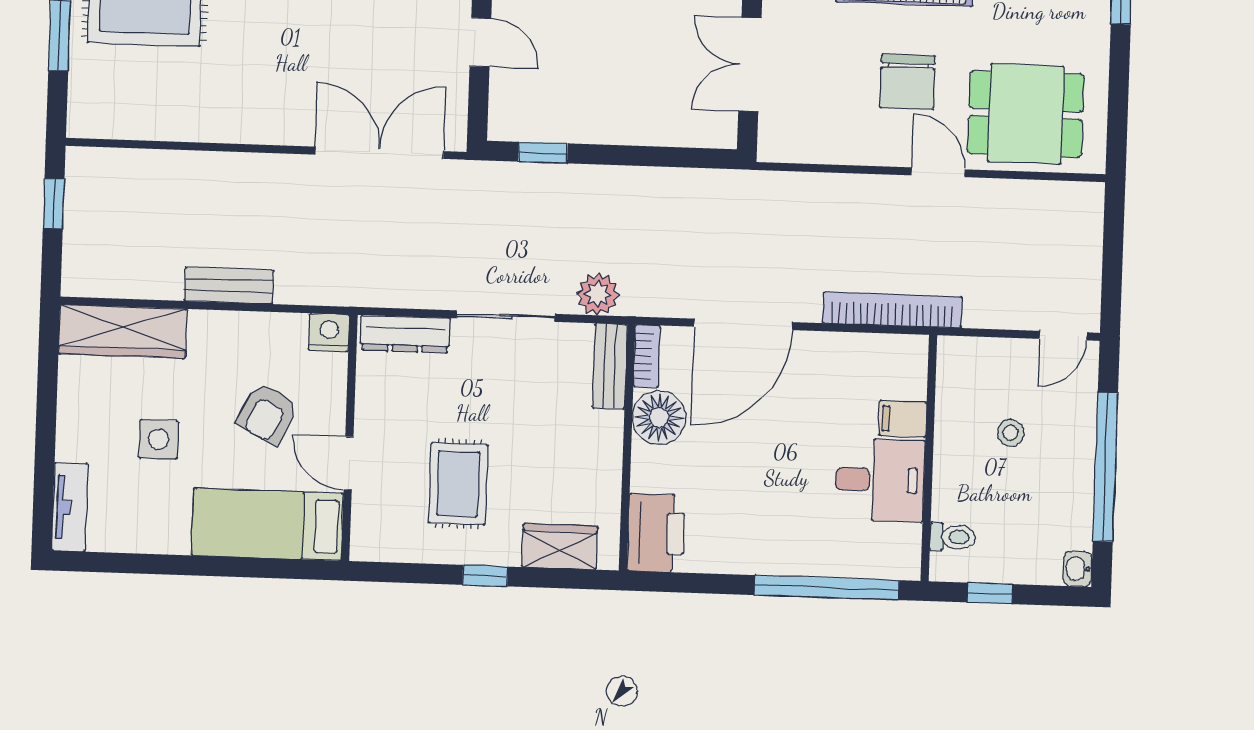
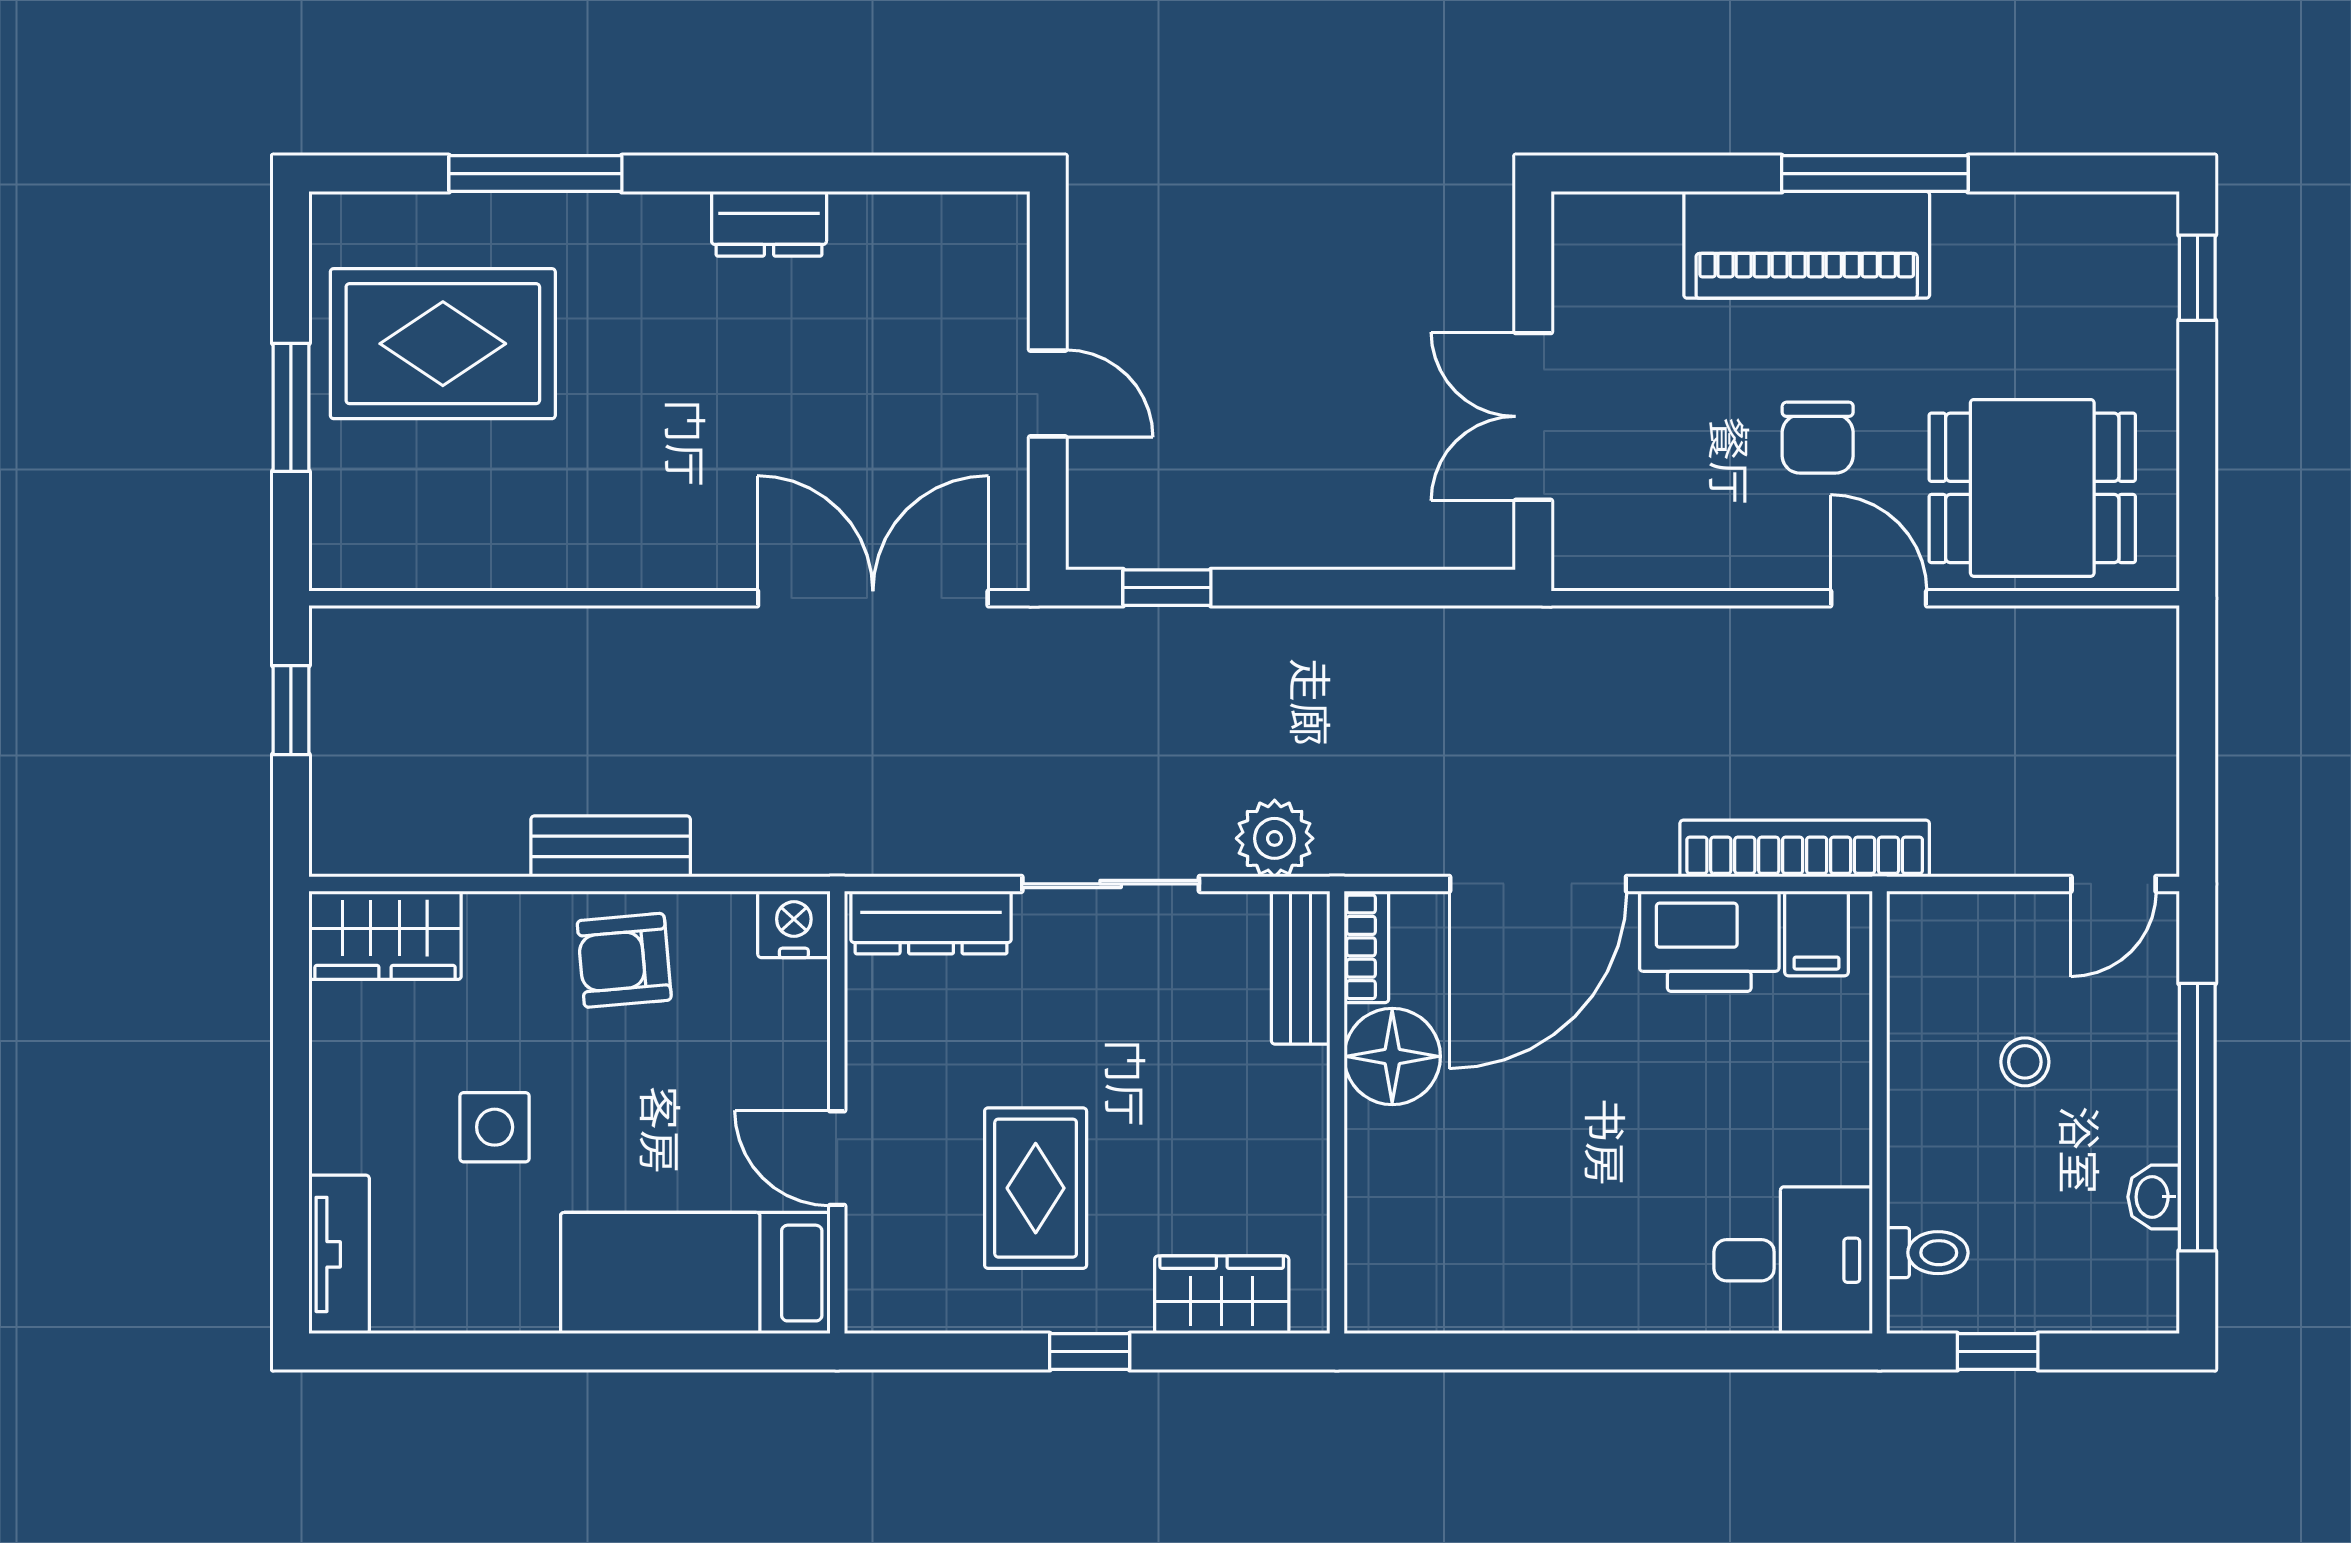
chair: (907, 82) -> (1818, 438), width x0.73, depth x0.73
wardrobe: (123, 331) -> (385, 935), width x0.67
armchair: (267, 414) -> (624, 960), moved, turned 58
filing cabinet: (903, 419) -> (1816, 933), moved, turned -90
desk: (880, 480) -> (1793, 1260), moved
printer: (656, 533) -> (1709, 941), moved, turned 90
washbasin: (1077, 569) -> (2154, 1197), moved
window: (827, 588) -> (1704, 1352), removed

